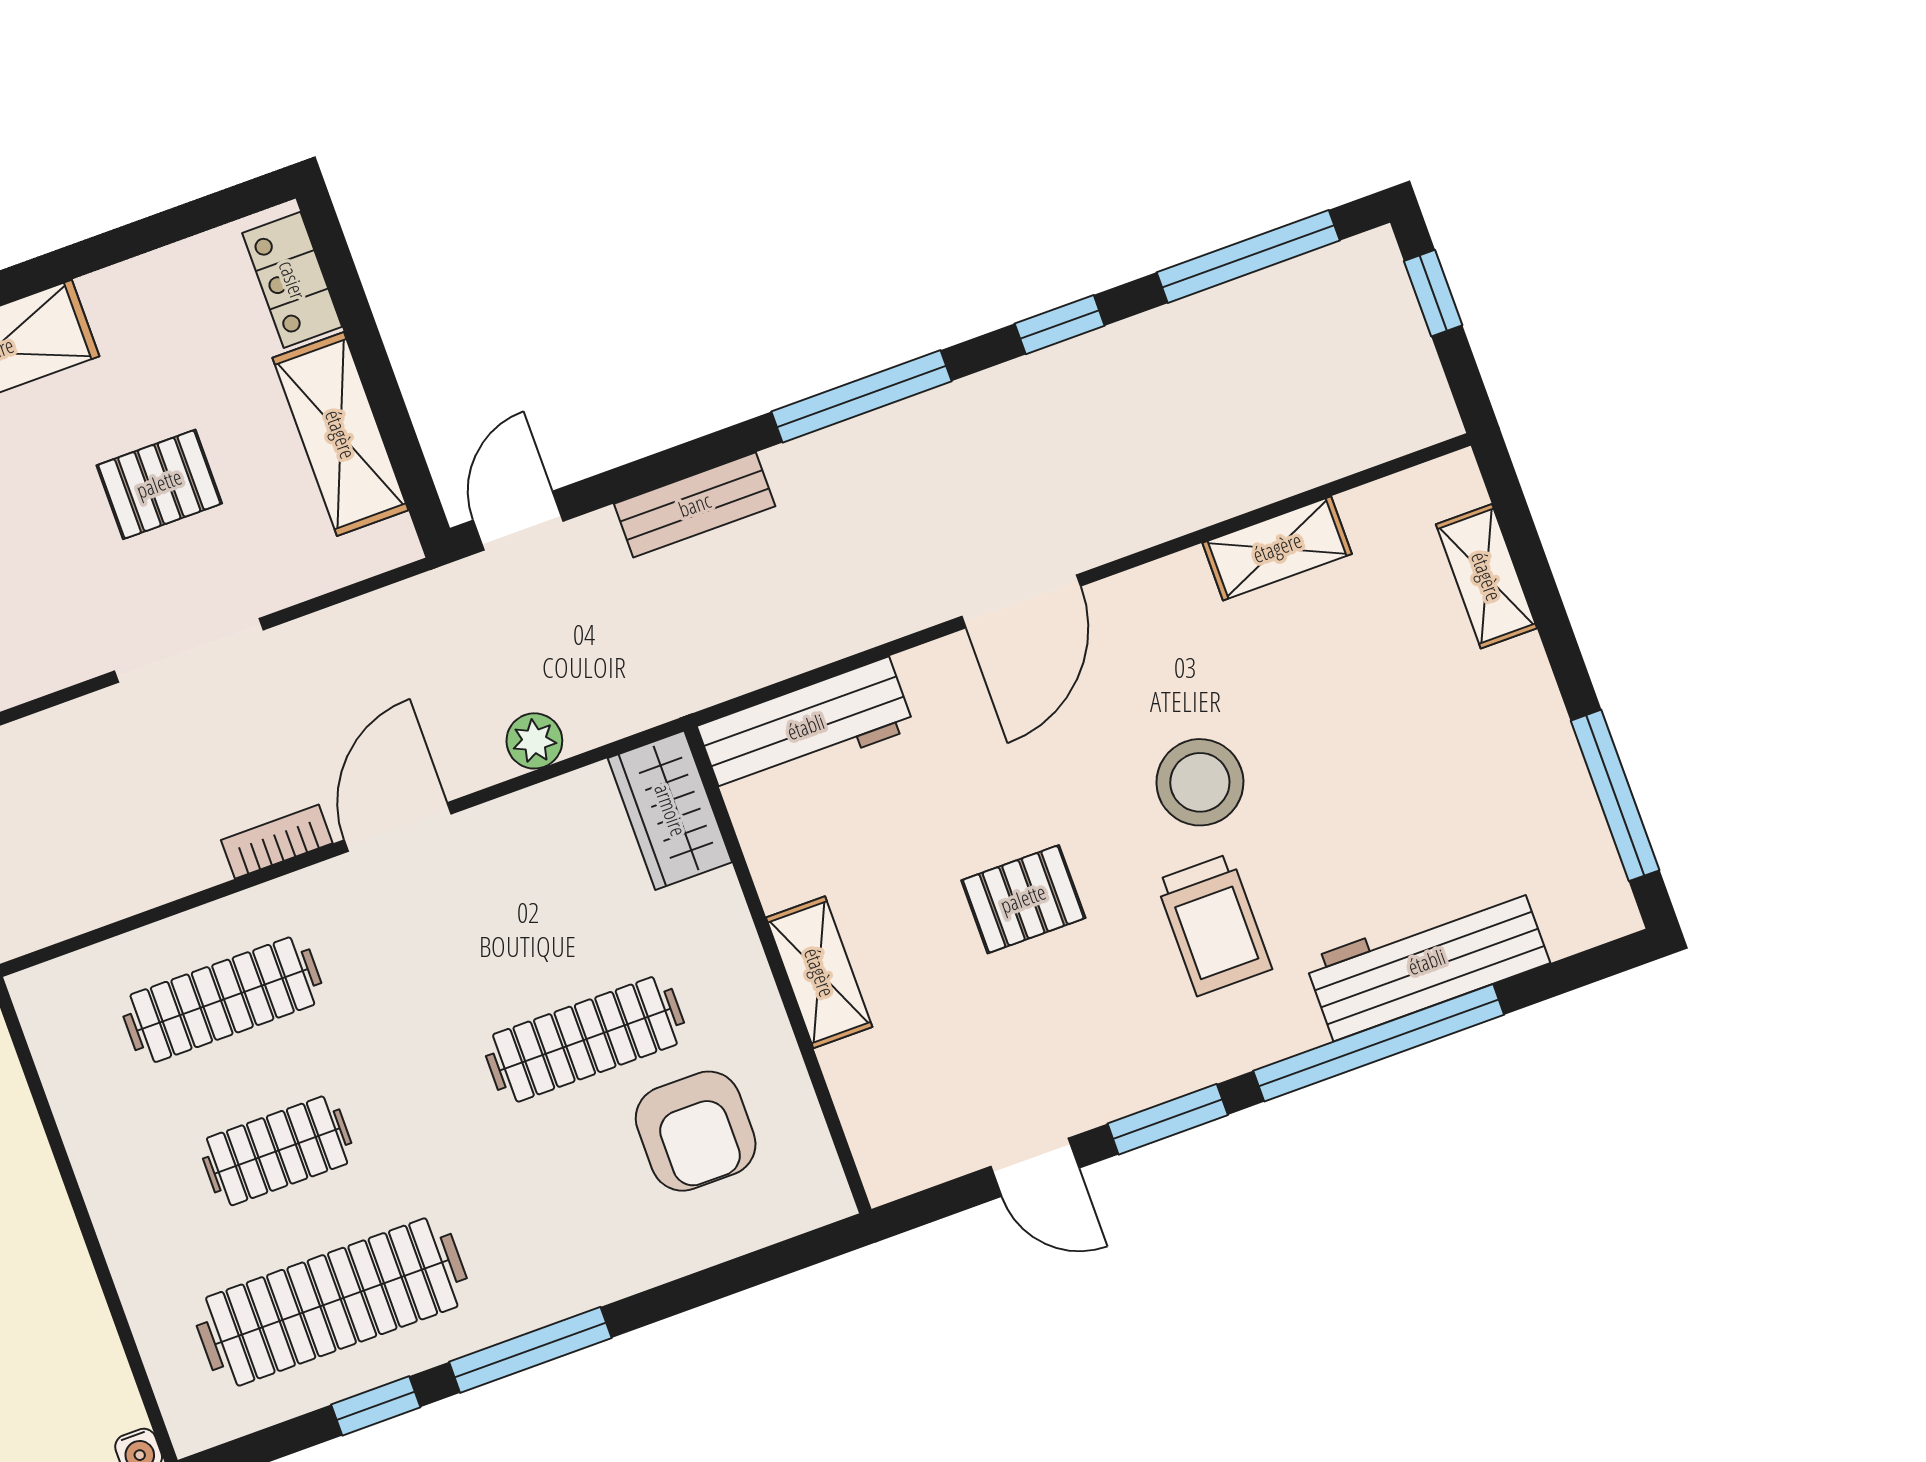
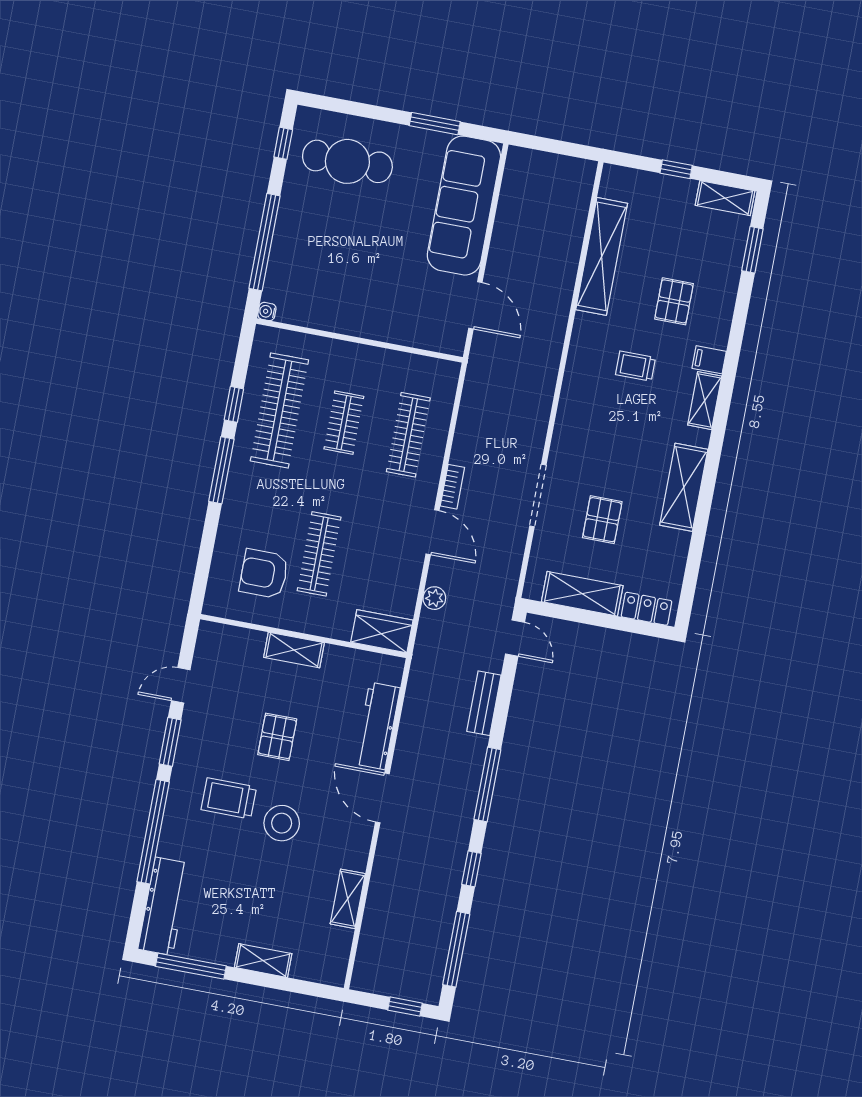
shelving: (1486, 576) -> (263, 961), moved
workbench: (806, 727) -> (377, 726), moved
workbench: (1427, 962) -> (164, 906), moved

